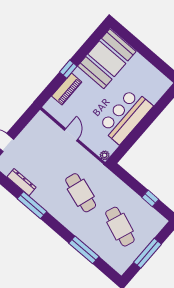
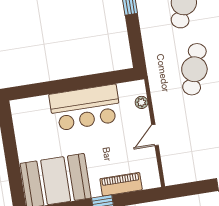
plant: (105, 155) -> (142, 102), moved

